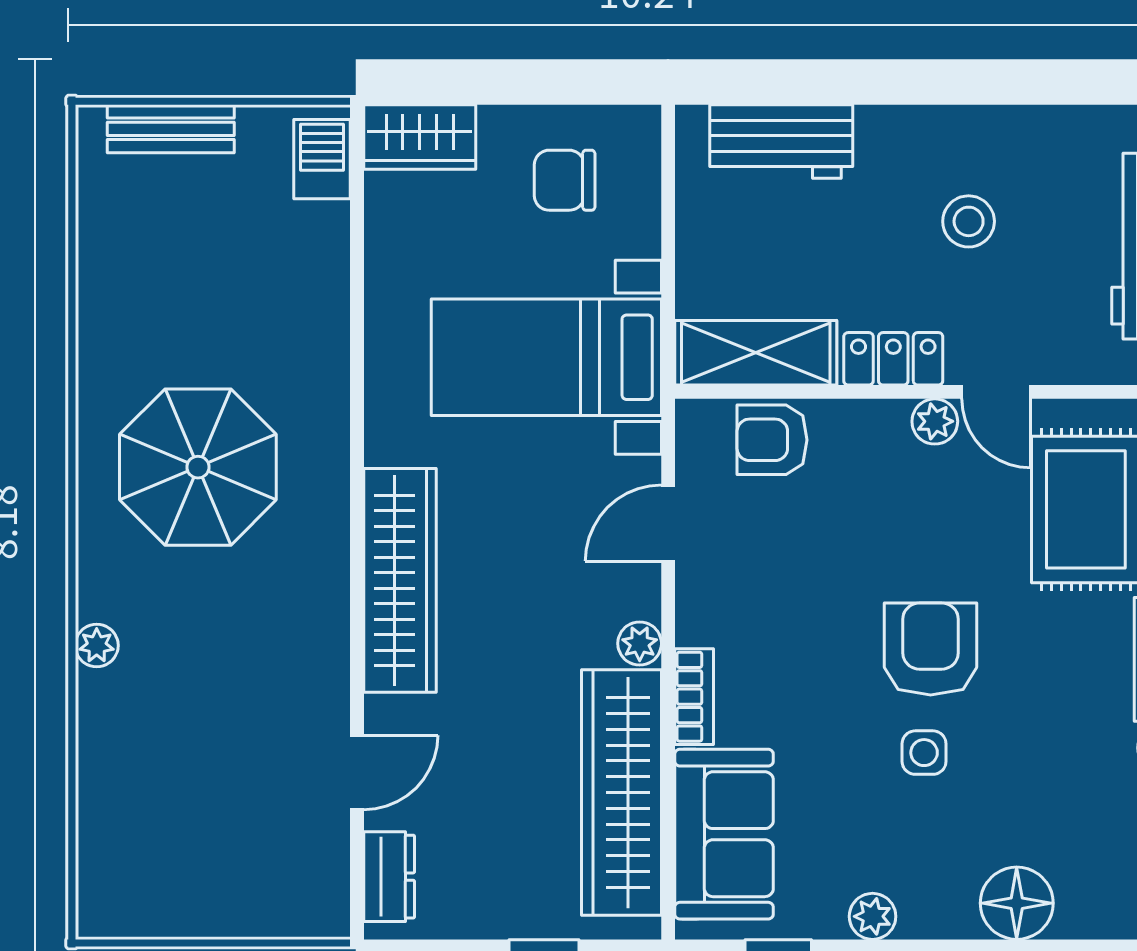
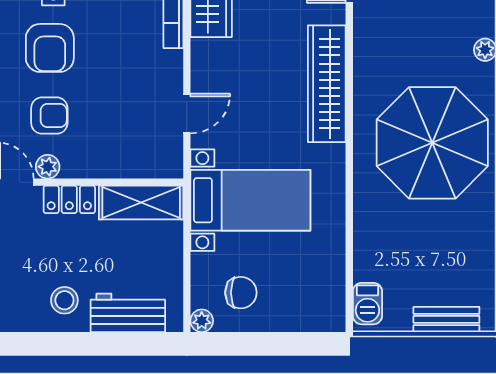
wardrobe: (420, 137) -> (316, 315), removed
stool: (969, 221) -> (64, 300), moved
armchair: (772, 440) -> (49, 116), moved
parasol: (198, 467) -> (432, 143), width x1.36, depth x1.36
plant: (640, 643) -> (202, 321), moved

